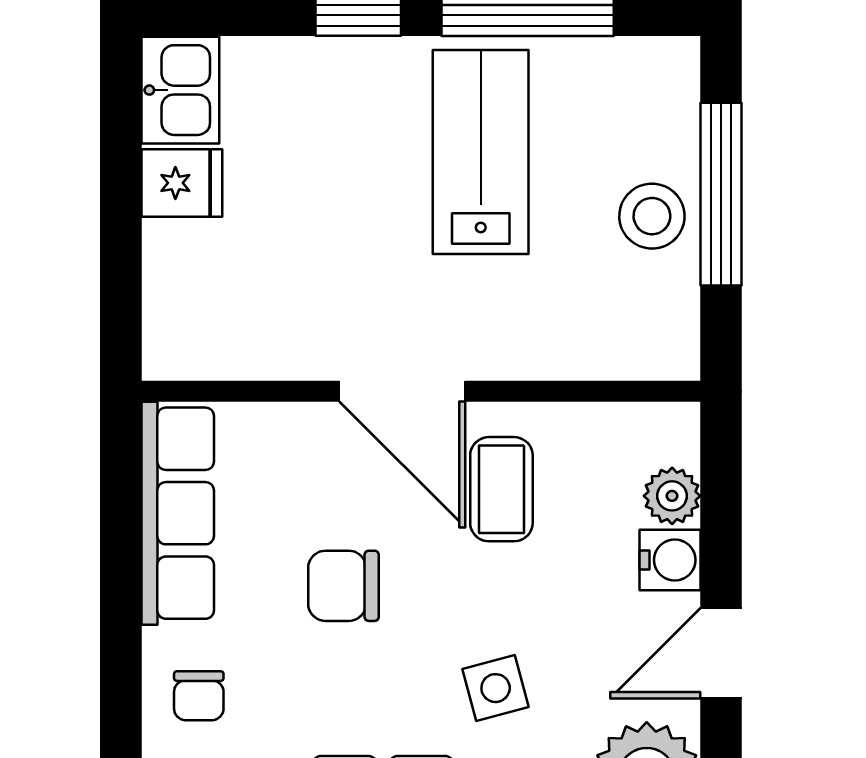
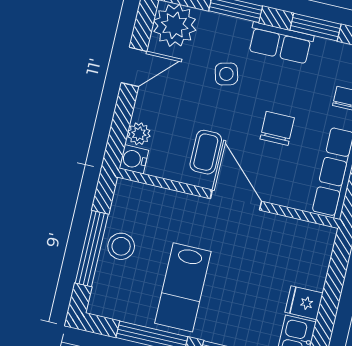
water cooler: (670, 560) -> (134, 159), moved
chair: (343, 586) -> (277, 128), turned -90

